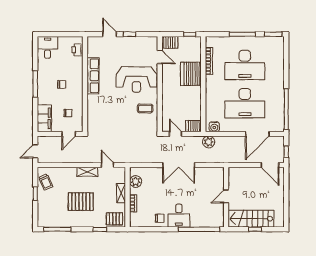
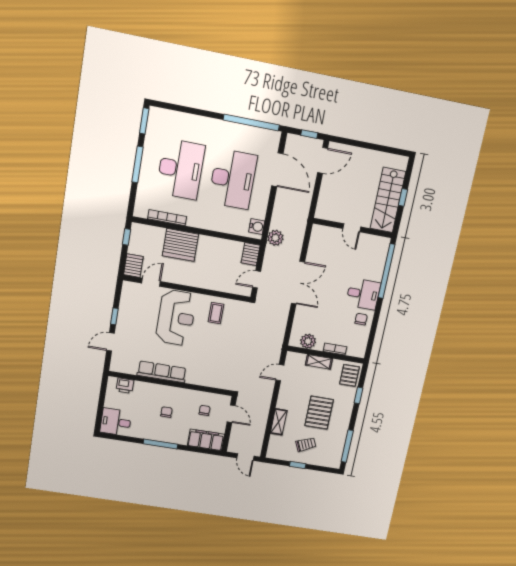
shelving: (87, 172) -> (279, 422), moved
trolley: (46, 182) -> (306, 444), moved

